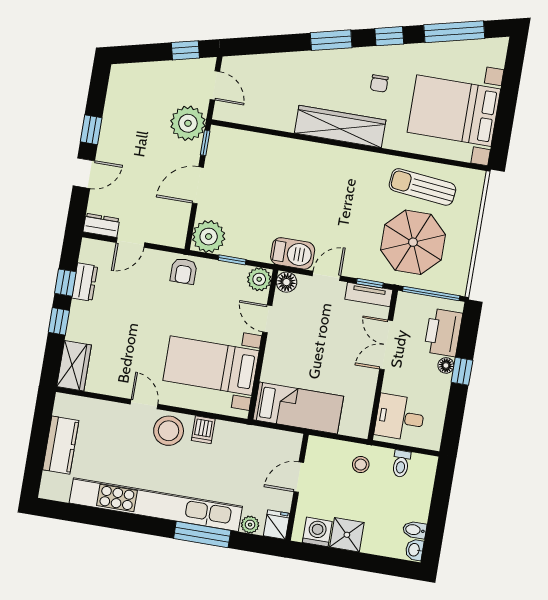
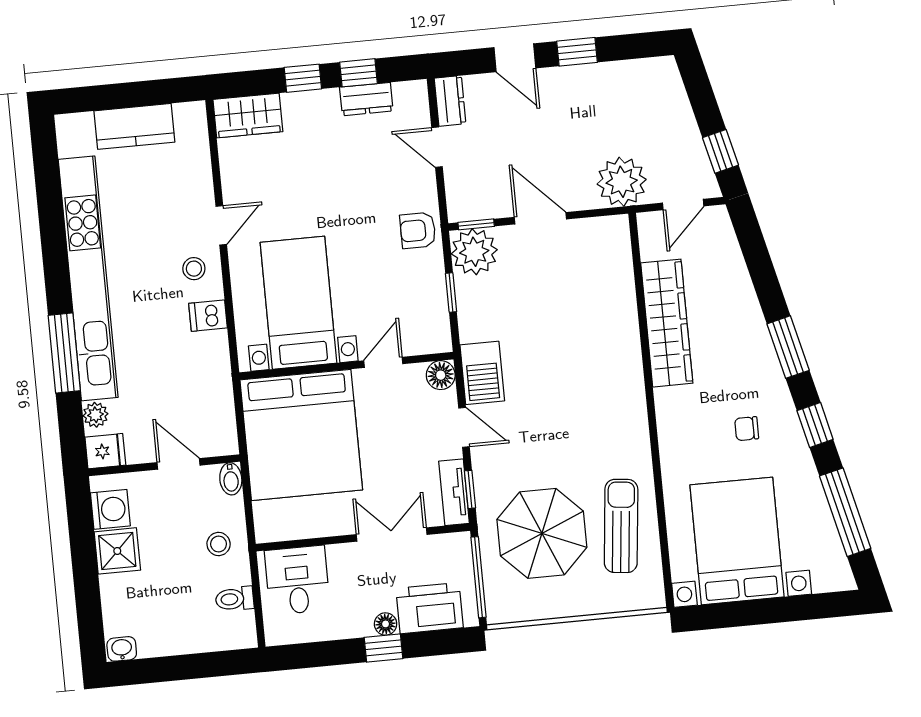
wardrobe: (340, 126) -> (667, 323), moved
window: (205, 143) -> (476, 224), moved
plant: (259, 279) -> (435, 337), removed
bed: (298, 408) -> (301, 435), width x2.04
stool: (169, 431) -> (194, 269), width x0.53, depth x0.53
bidet: (415, 530) -> (231, 479), moved, turned 180

